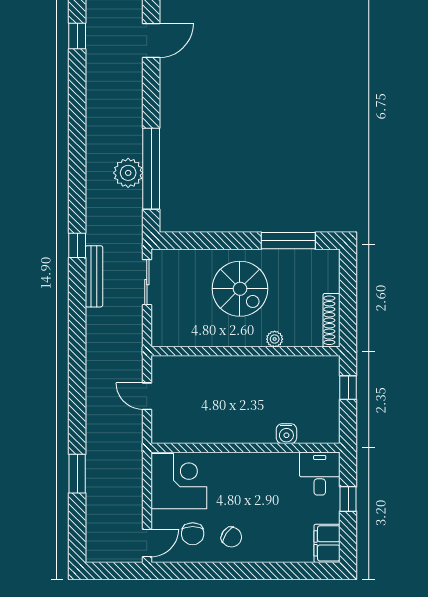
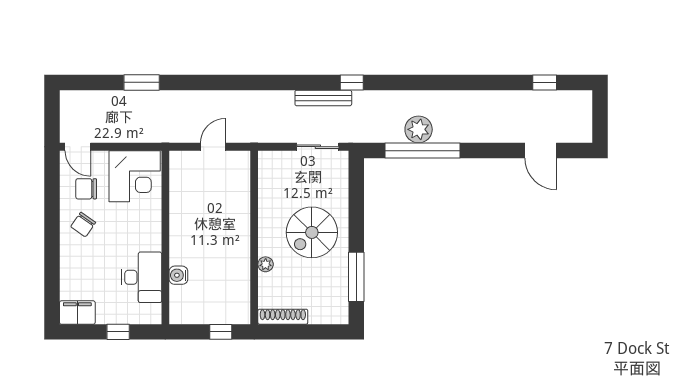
desk: (320, 474) -> (142, 277), moved, width x1.37

